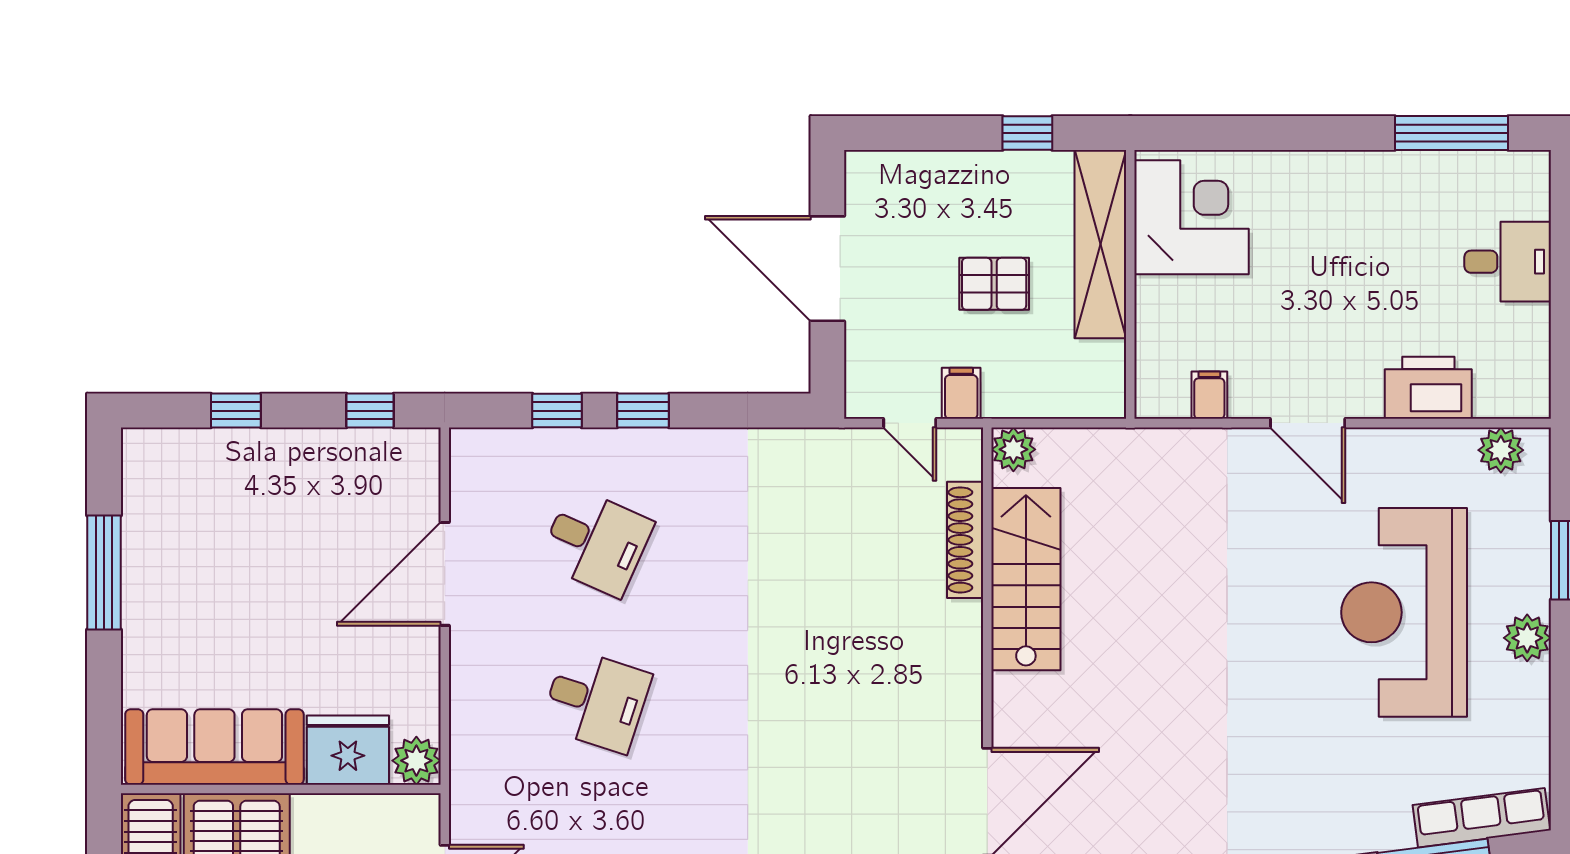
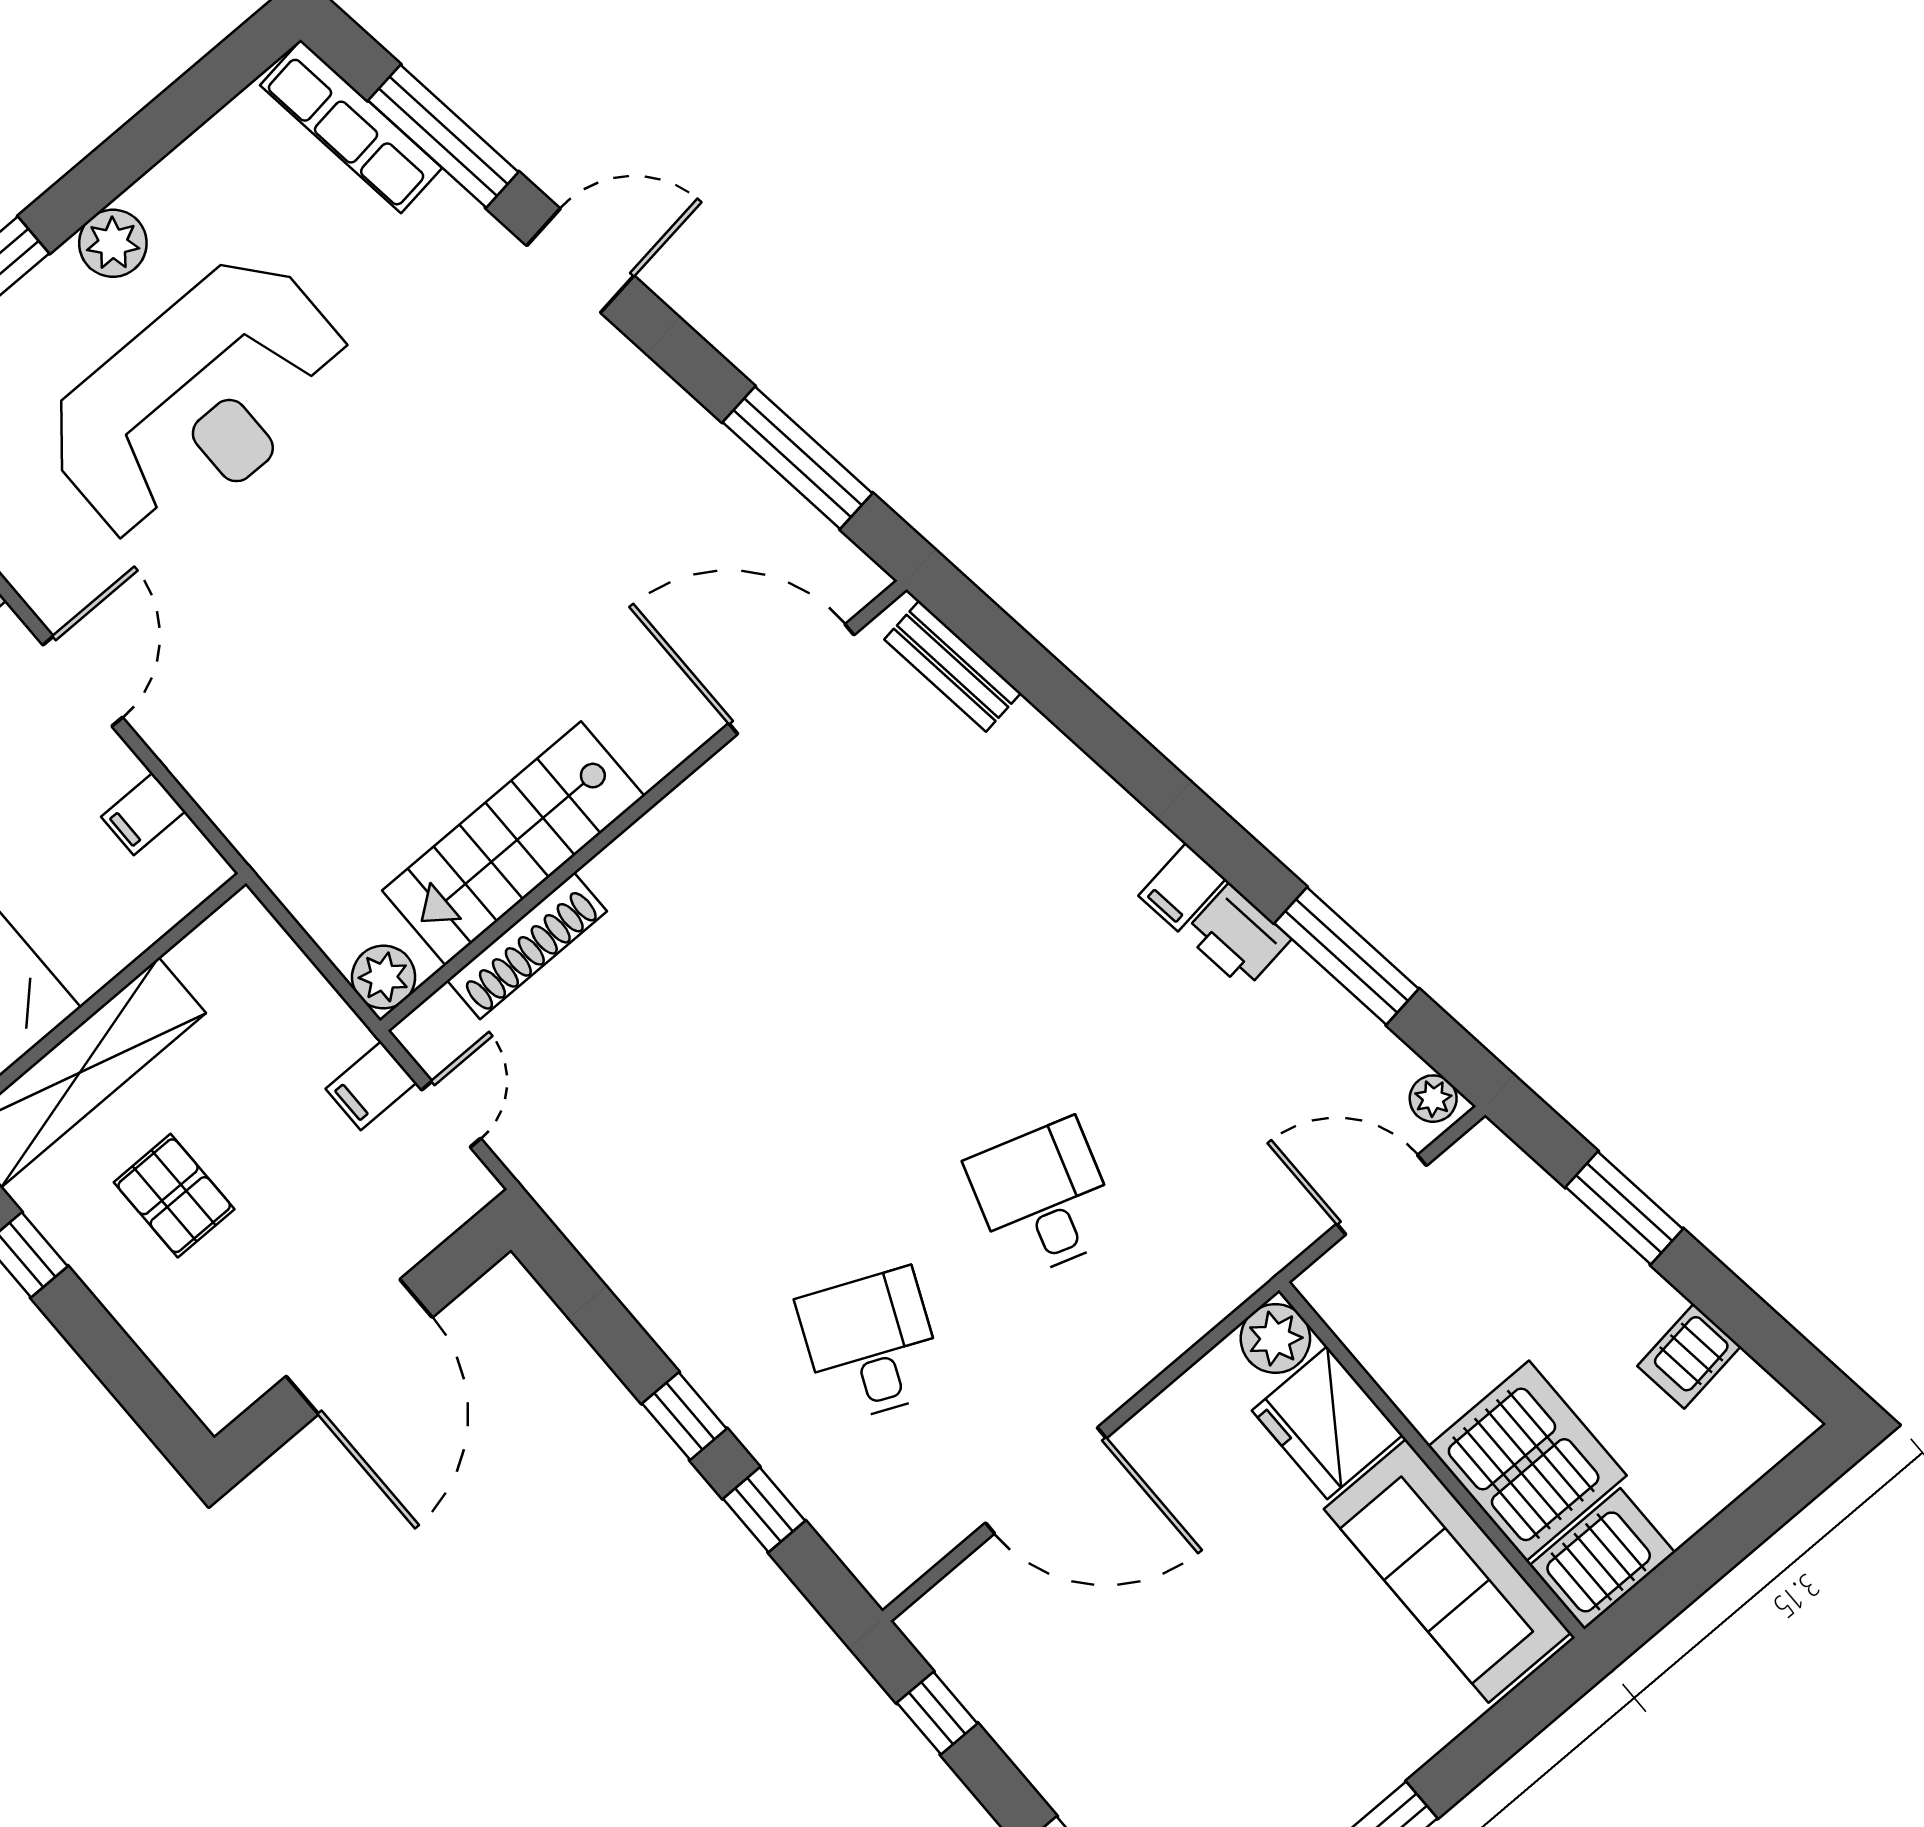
pallet: (994, 284) -> (174, 1196), moved

